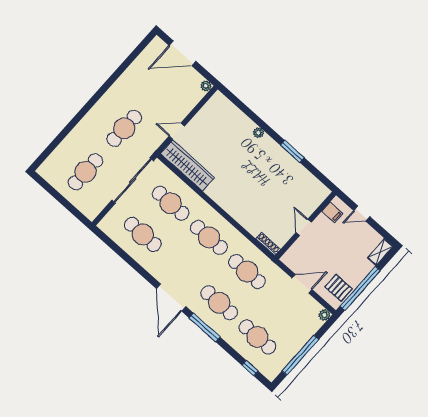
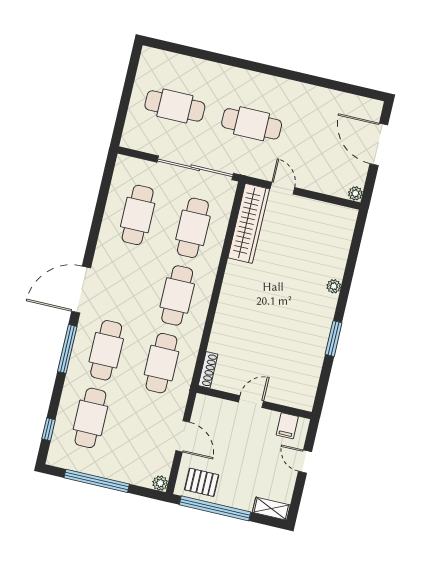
pallet: (339, 288) -> (202, 482), turned 90

